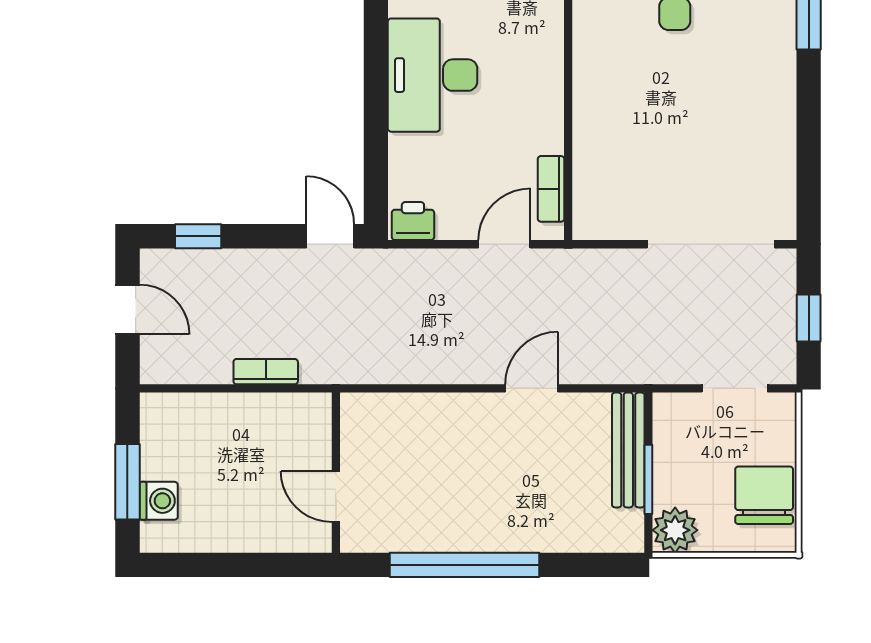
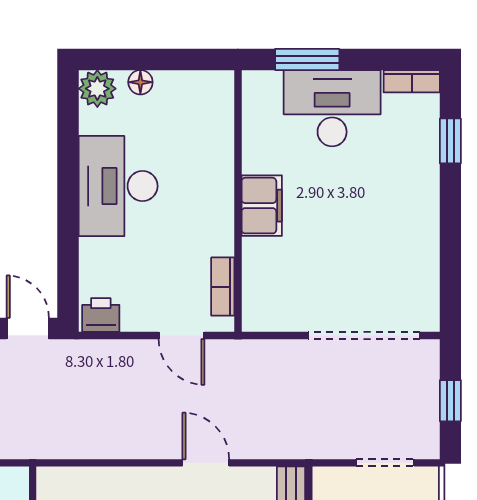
filing cabinet: (595, 97) -> (262, 206), added
door: (504, 244) -> (182, 335), swing flipped
door: (532, 388) -> (206, 463), hinge flipped

